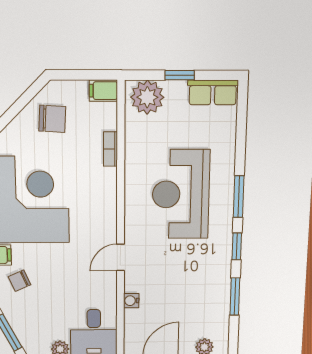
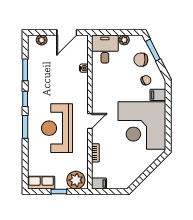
chair: (52, 119) -> (141, 60), moved
reception desk: (181, 194) -> (57, 128), turned 180
door: (120, 257) -> (90, 121), moved

